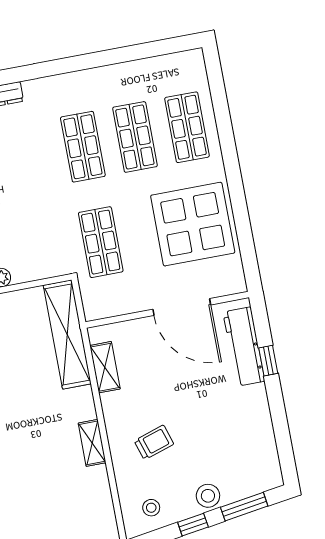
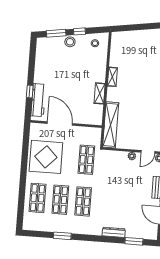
window: (109, 57) -> (62, 236), added
shelving: (105, 367) -> (100, 93), moved
trolley: (154, 442) -> (87, 70), removed

